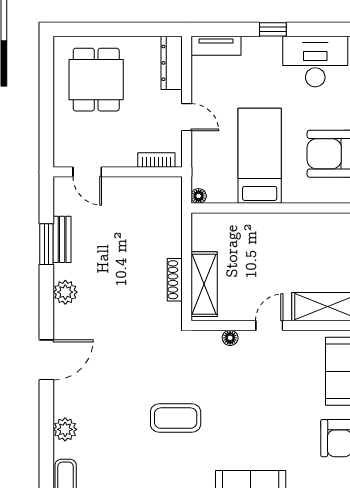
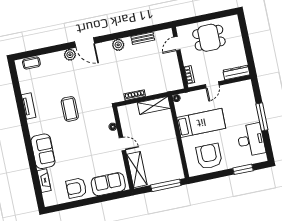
window: (273, 29) -> (262, 117), width x2.17
tv unit: (216, 46) -> (249, 92), removed
dining table: (96, 80) -> (209, 38), moved
window: (46, 244) -> (139, 31), removed
shelving: (204, 284) -> (154, 105), moved
plant: (65, 429) -> (70, 55), moved

